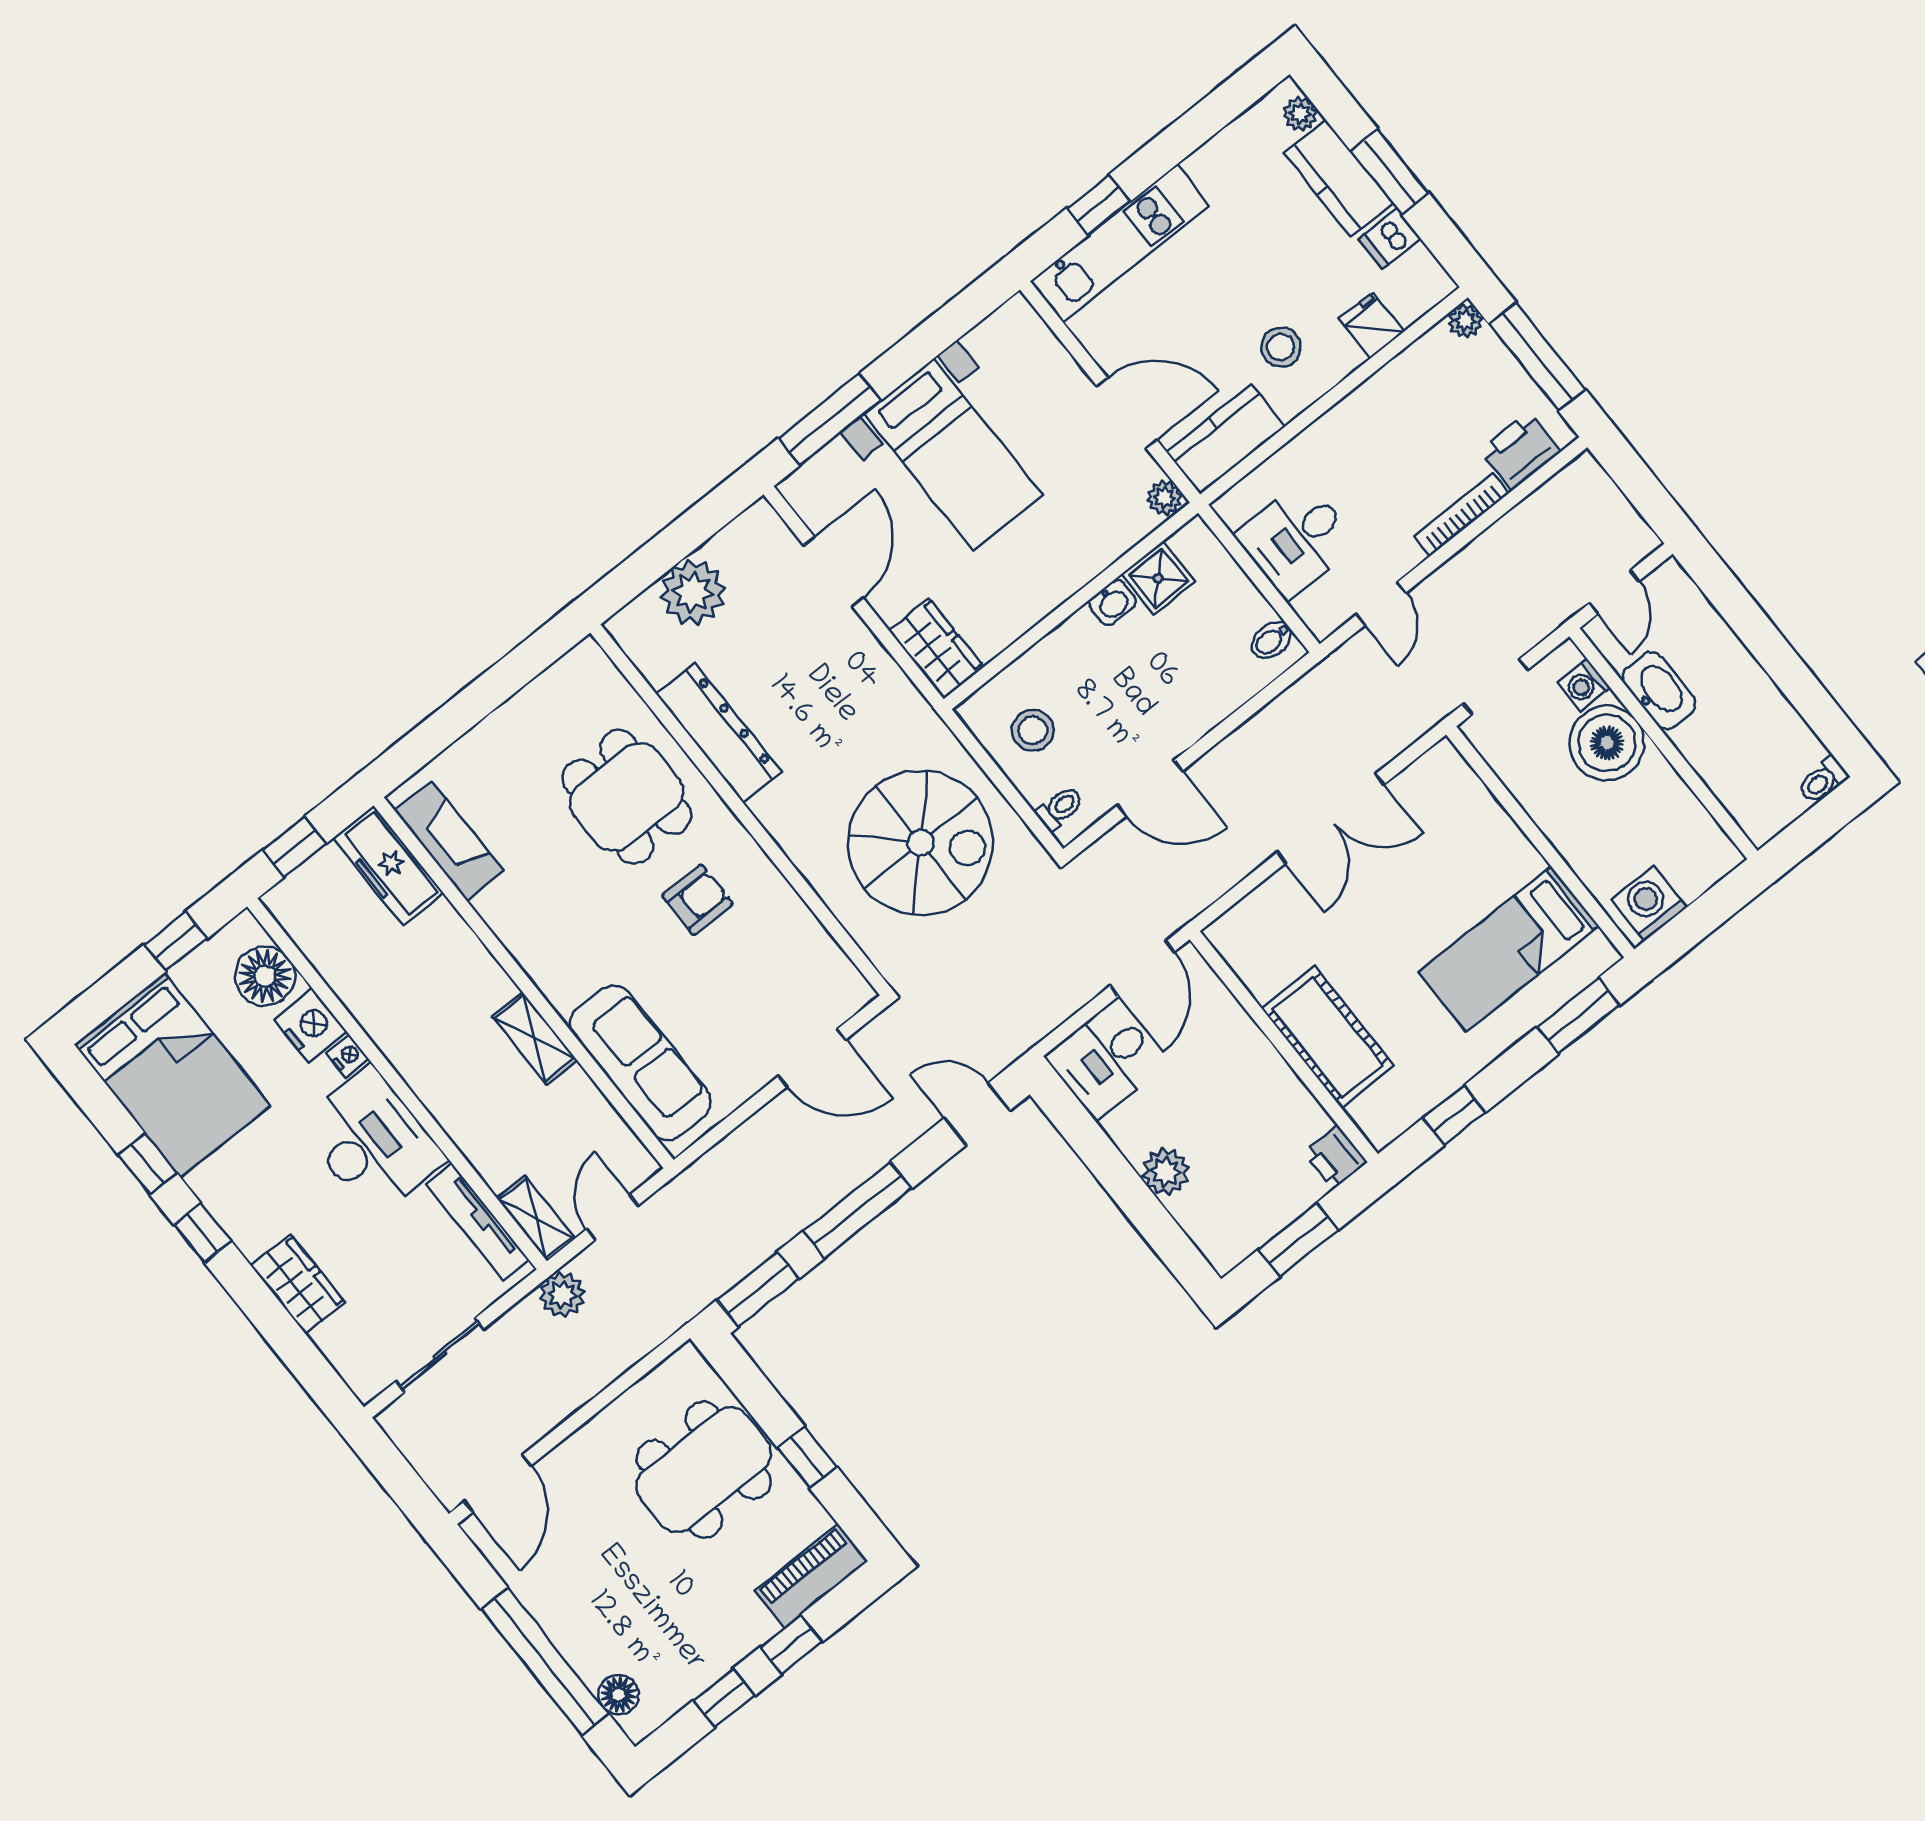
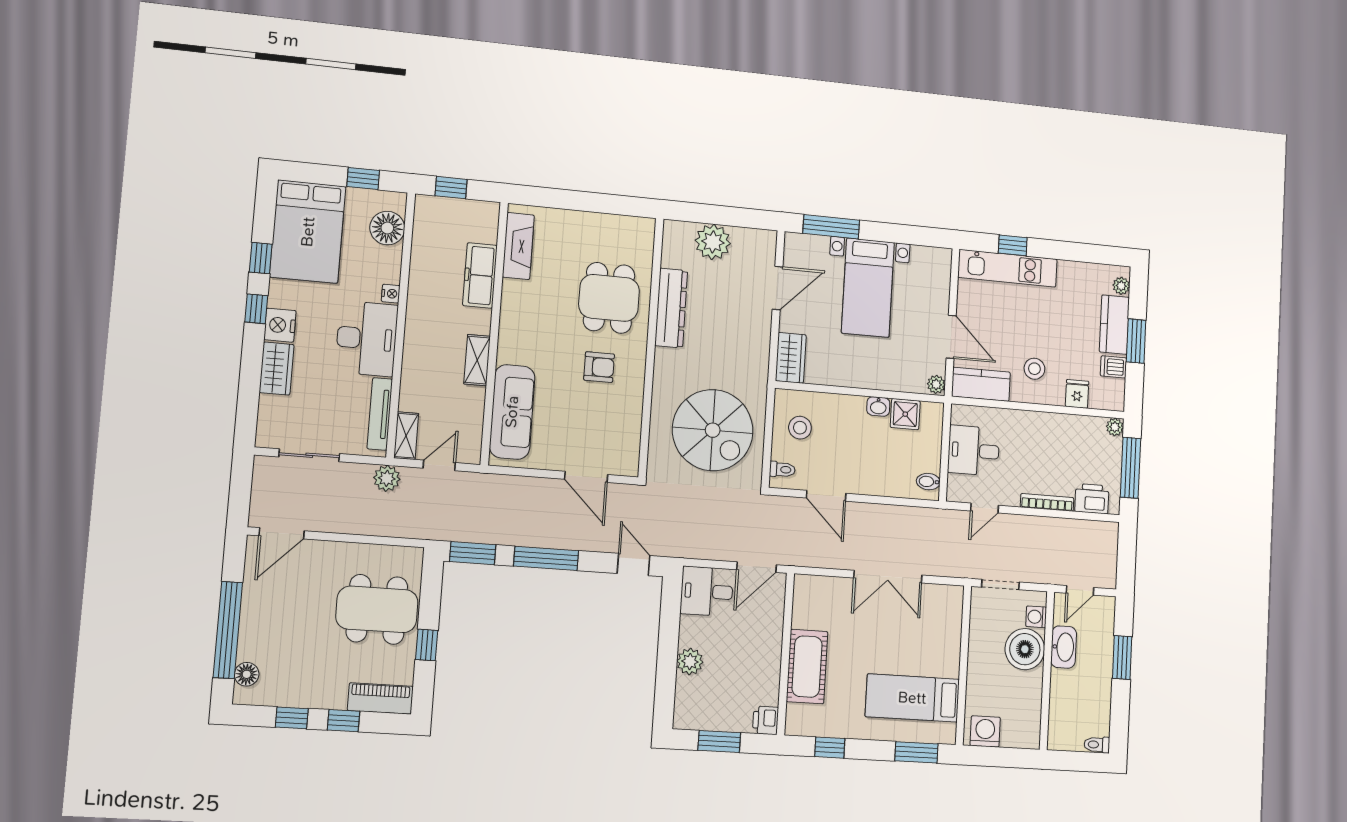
window: (1755, 629) -> (1122, 657), added
freezer: (388, 865) -> (480, 275), moved
nightstand: (311, 1026) -> (280, 325), moved, turned 180

